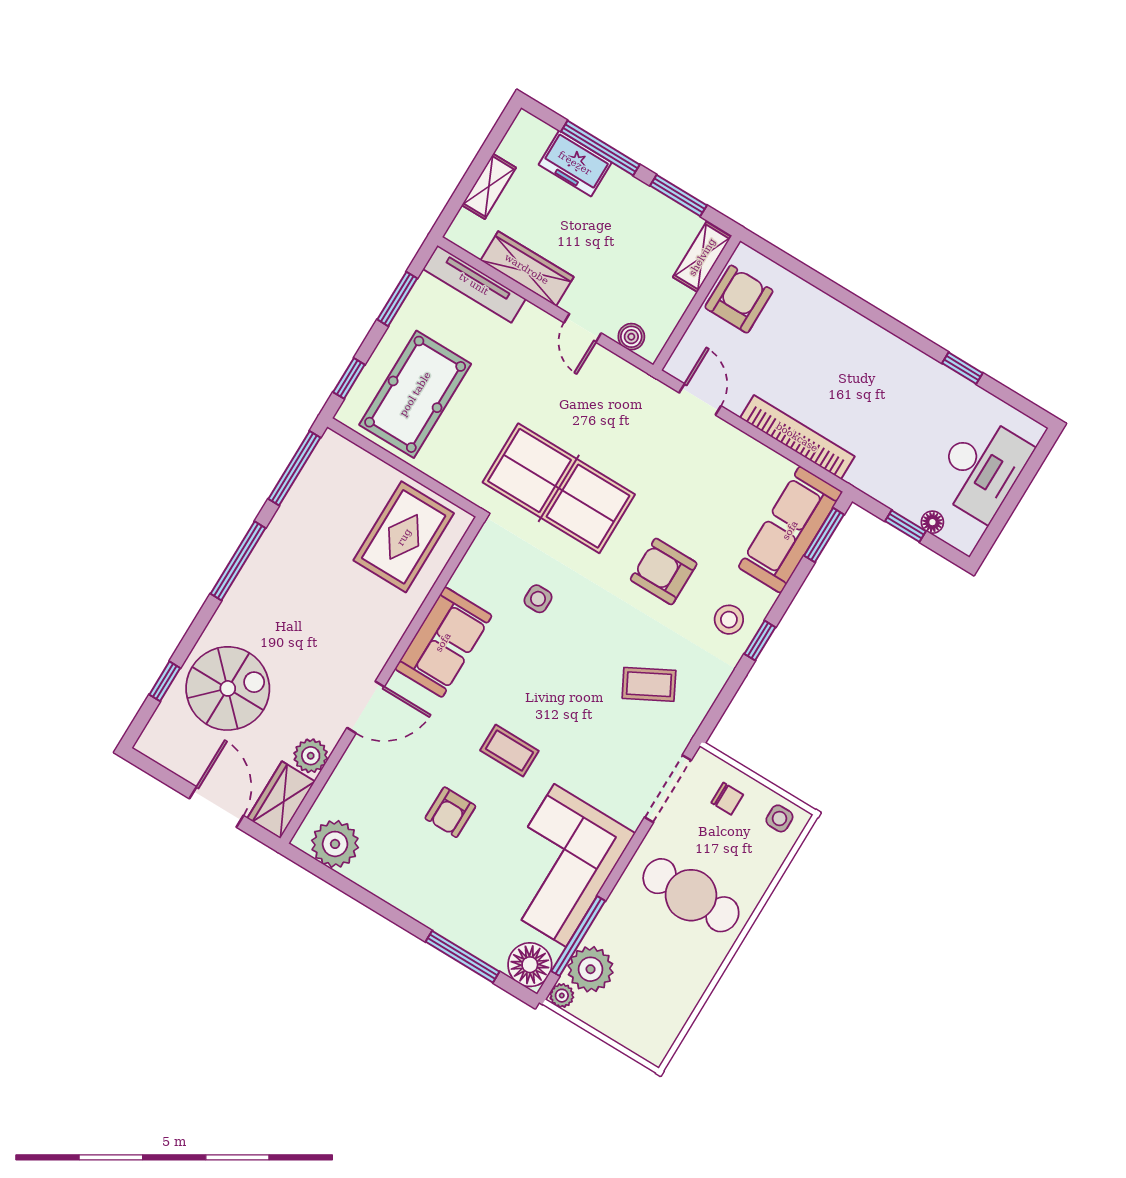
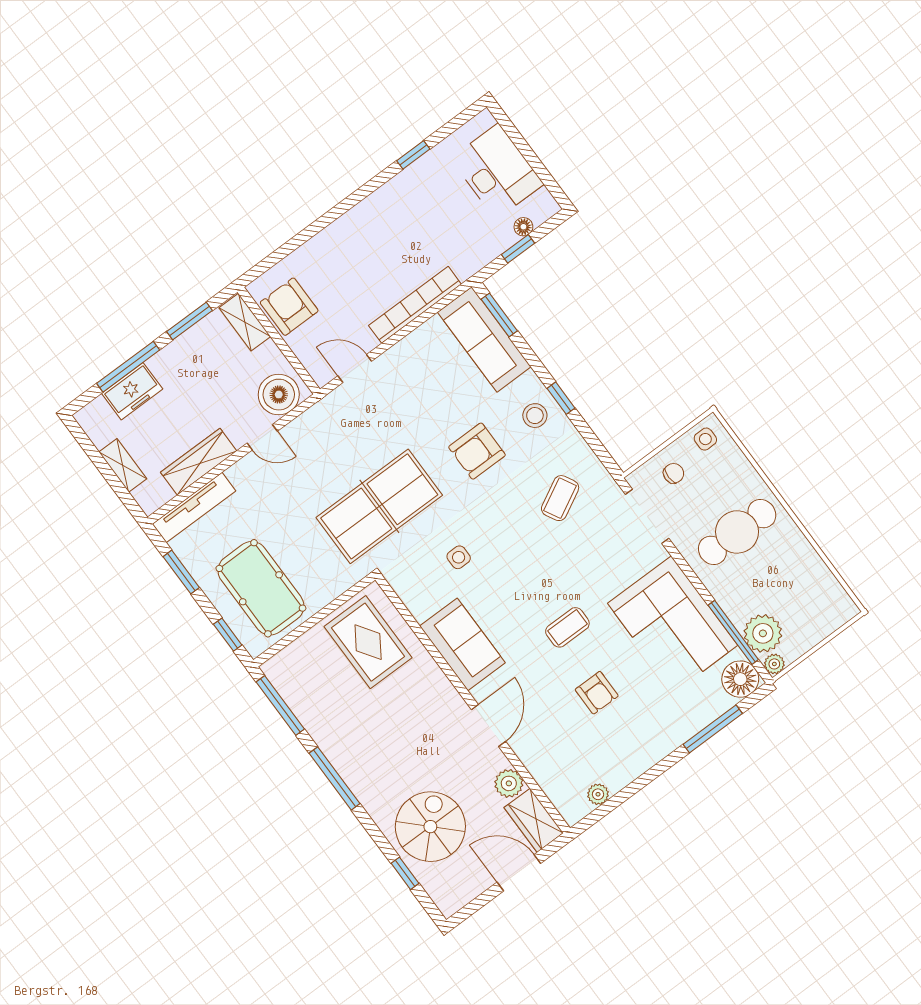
boiler: (631, 337) -> (279, 395), width x1.86, depth x1.86
plant: (335, 844) -> (598, 794), width x0.53, depth x0.53

